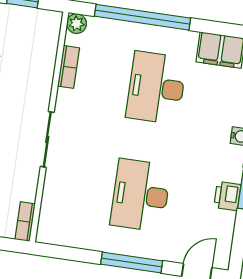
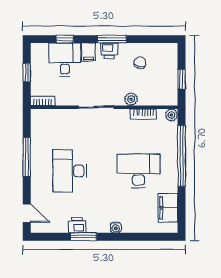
plant: (43, 83) -> (131, 99), added
desk: (141, 195) -> (70, 171), turned -90
window: (132, 263) -> (27, 157), moved

